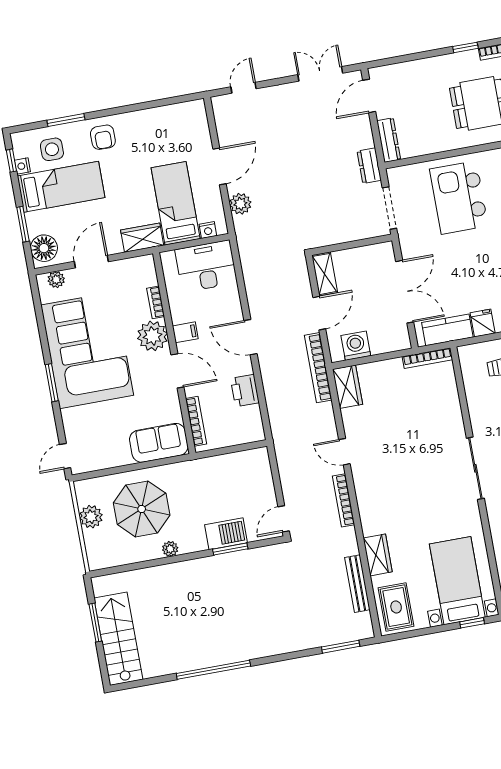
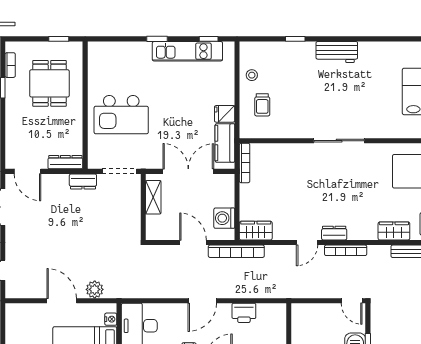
shelving: (325, 274) -> (153, 197), moved, turned 90
dresser: (362, 483) -> (334, 233), added

